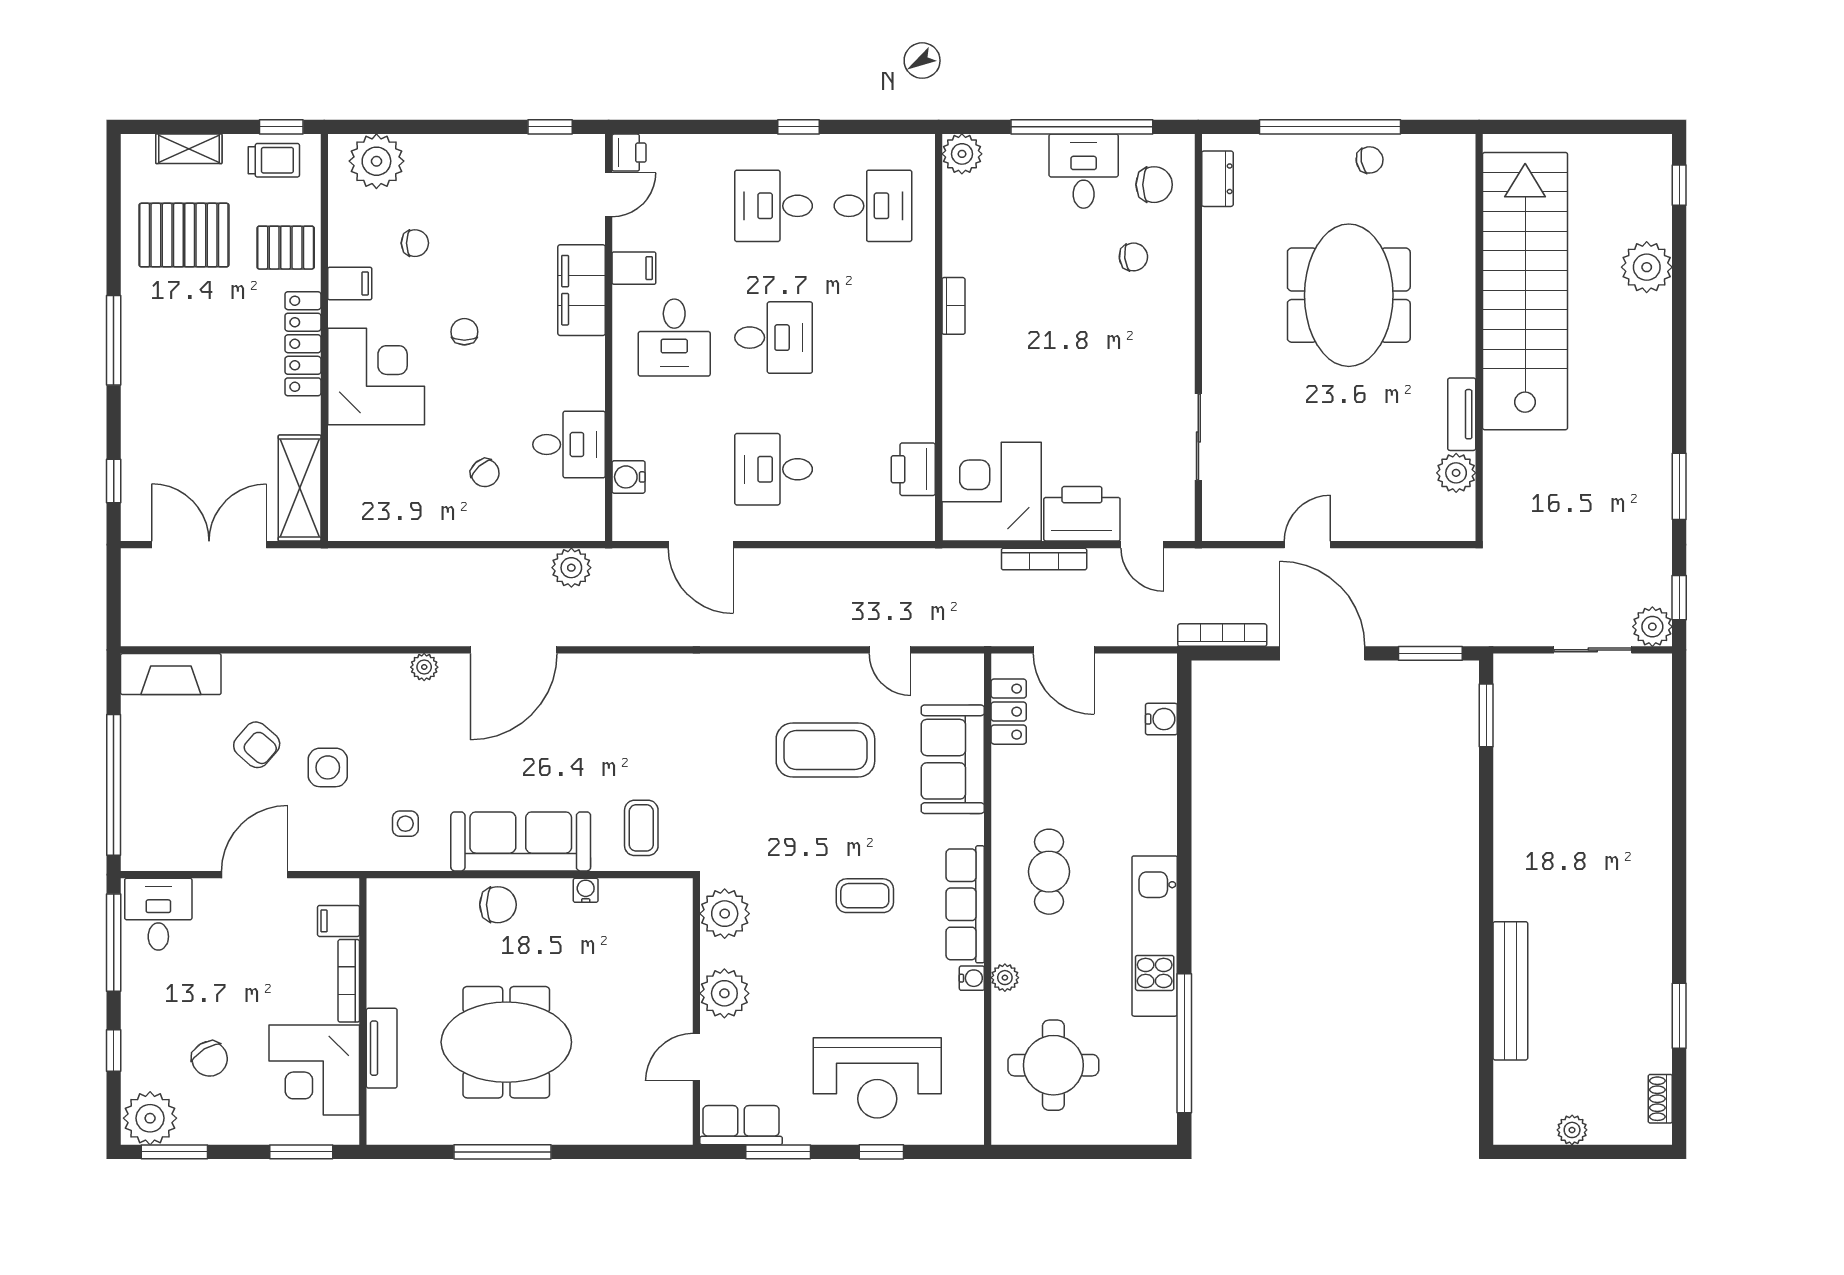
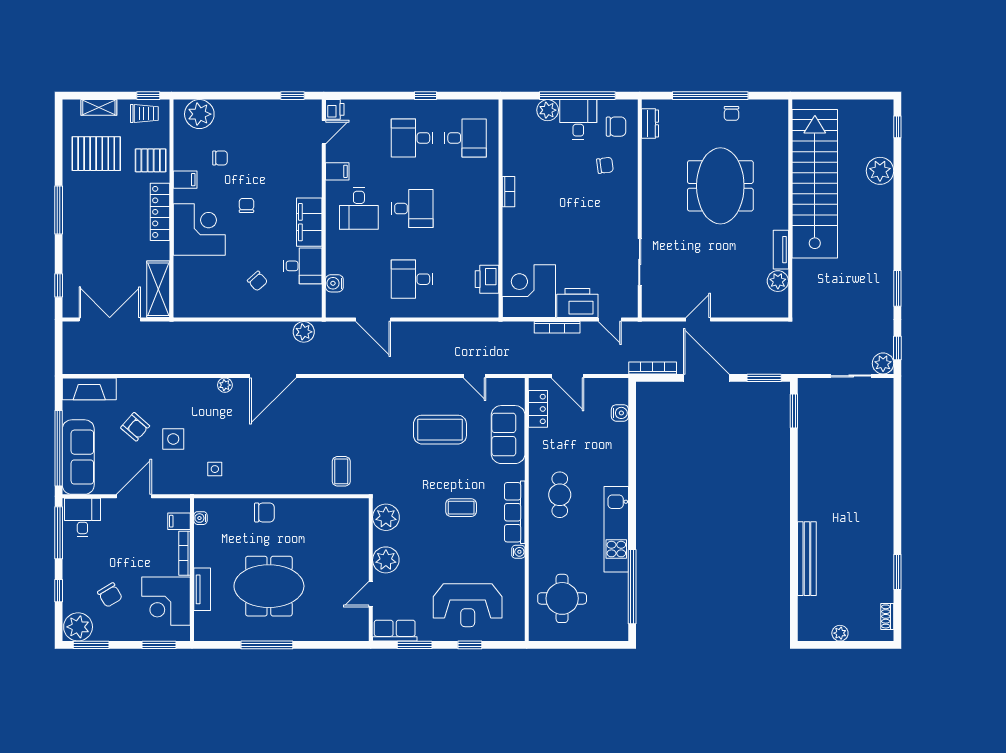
plant: (962, 154) -> (548, 110), moved
chair: (1370, 160) -> (731, 113), turned 101
filing cabinet: (582, 290) -> (309, 222), moved
sofa: (521, 841) -> (78, 457), moved, turned 90
water cooler: (586, 890) -> (201, 518), moved, turned -90
plant: (1005, 978) -> (536, 552), removed

